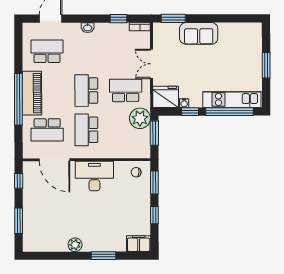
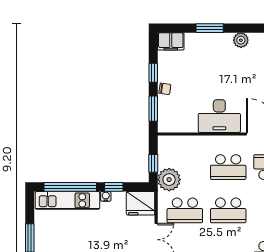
school desk: (86, 91) -> (228, 210), turned 90
water cooler: (184, 103) -> (106, 196), moved
school desk: (86, 130) -> (228, 167), turned 90
window: (154, 133) -> (153, 163), width x0.67
chair: (136, 172) -> (165, 89), moved

